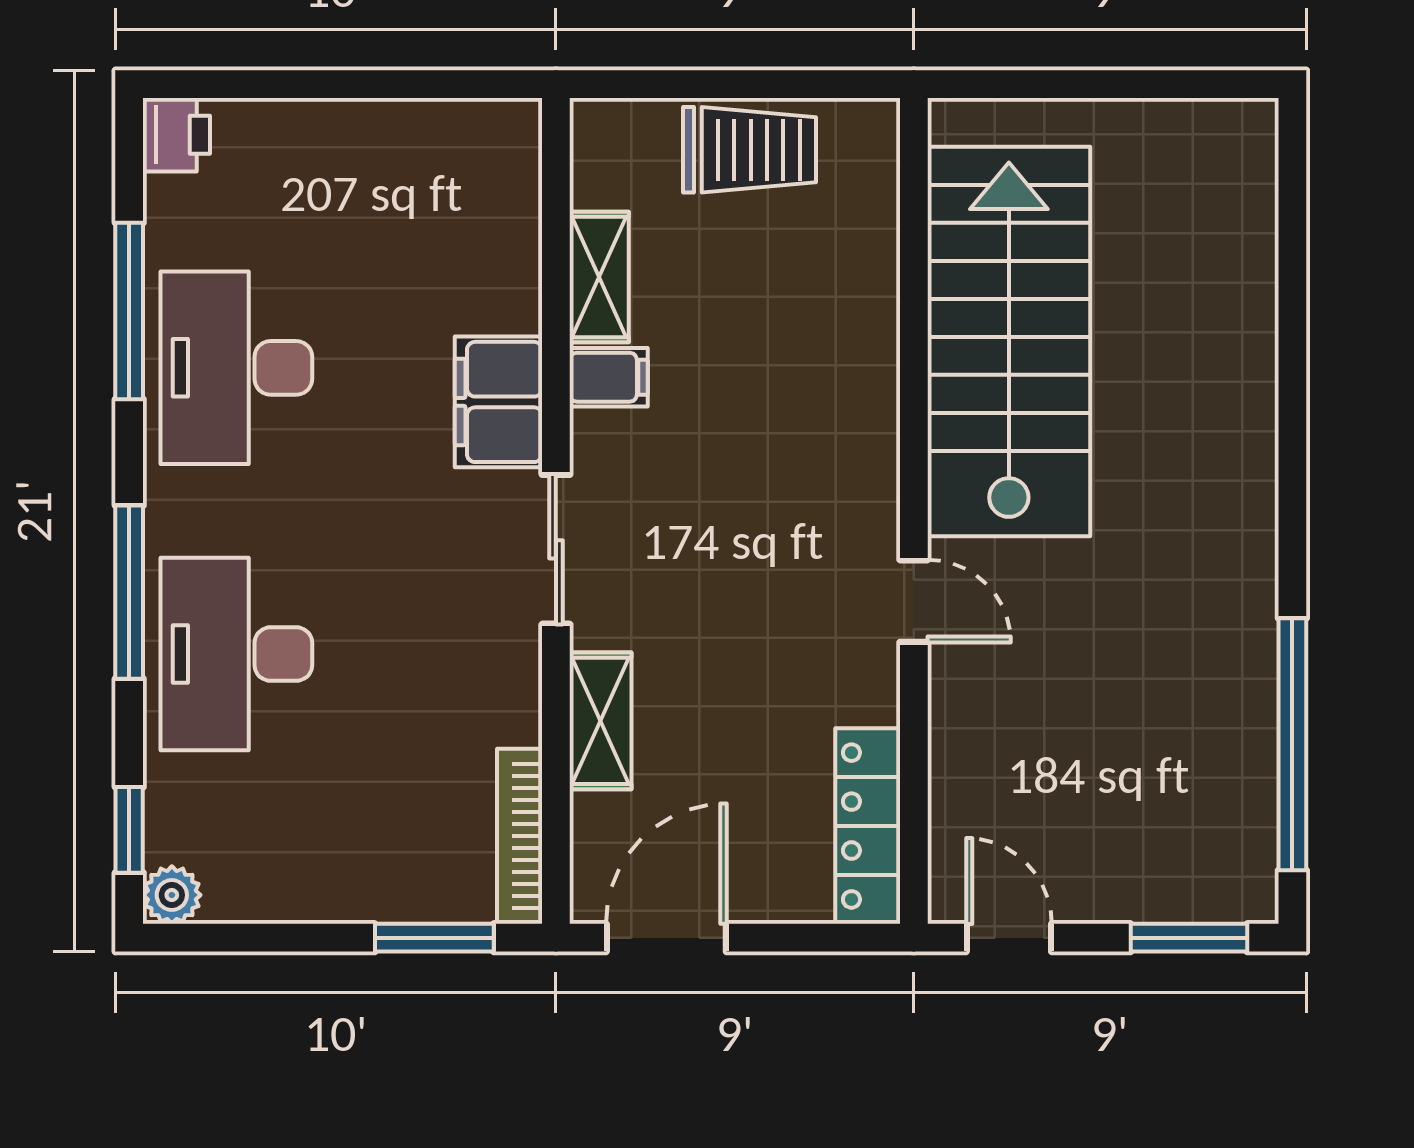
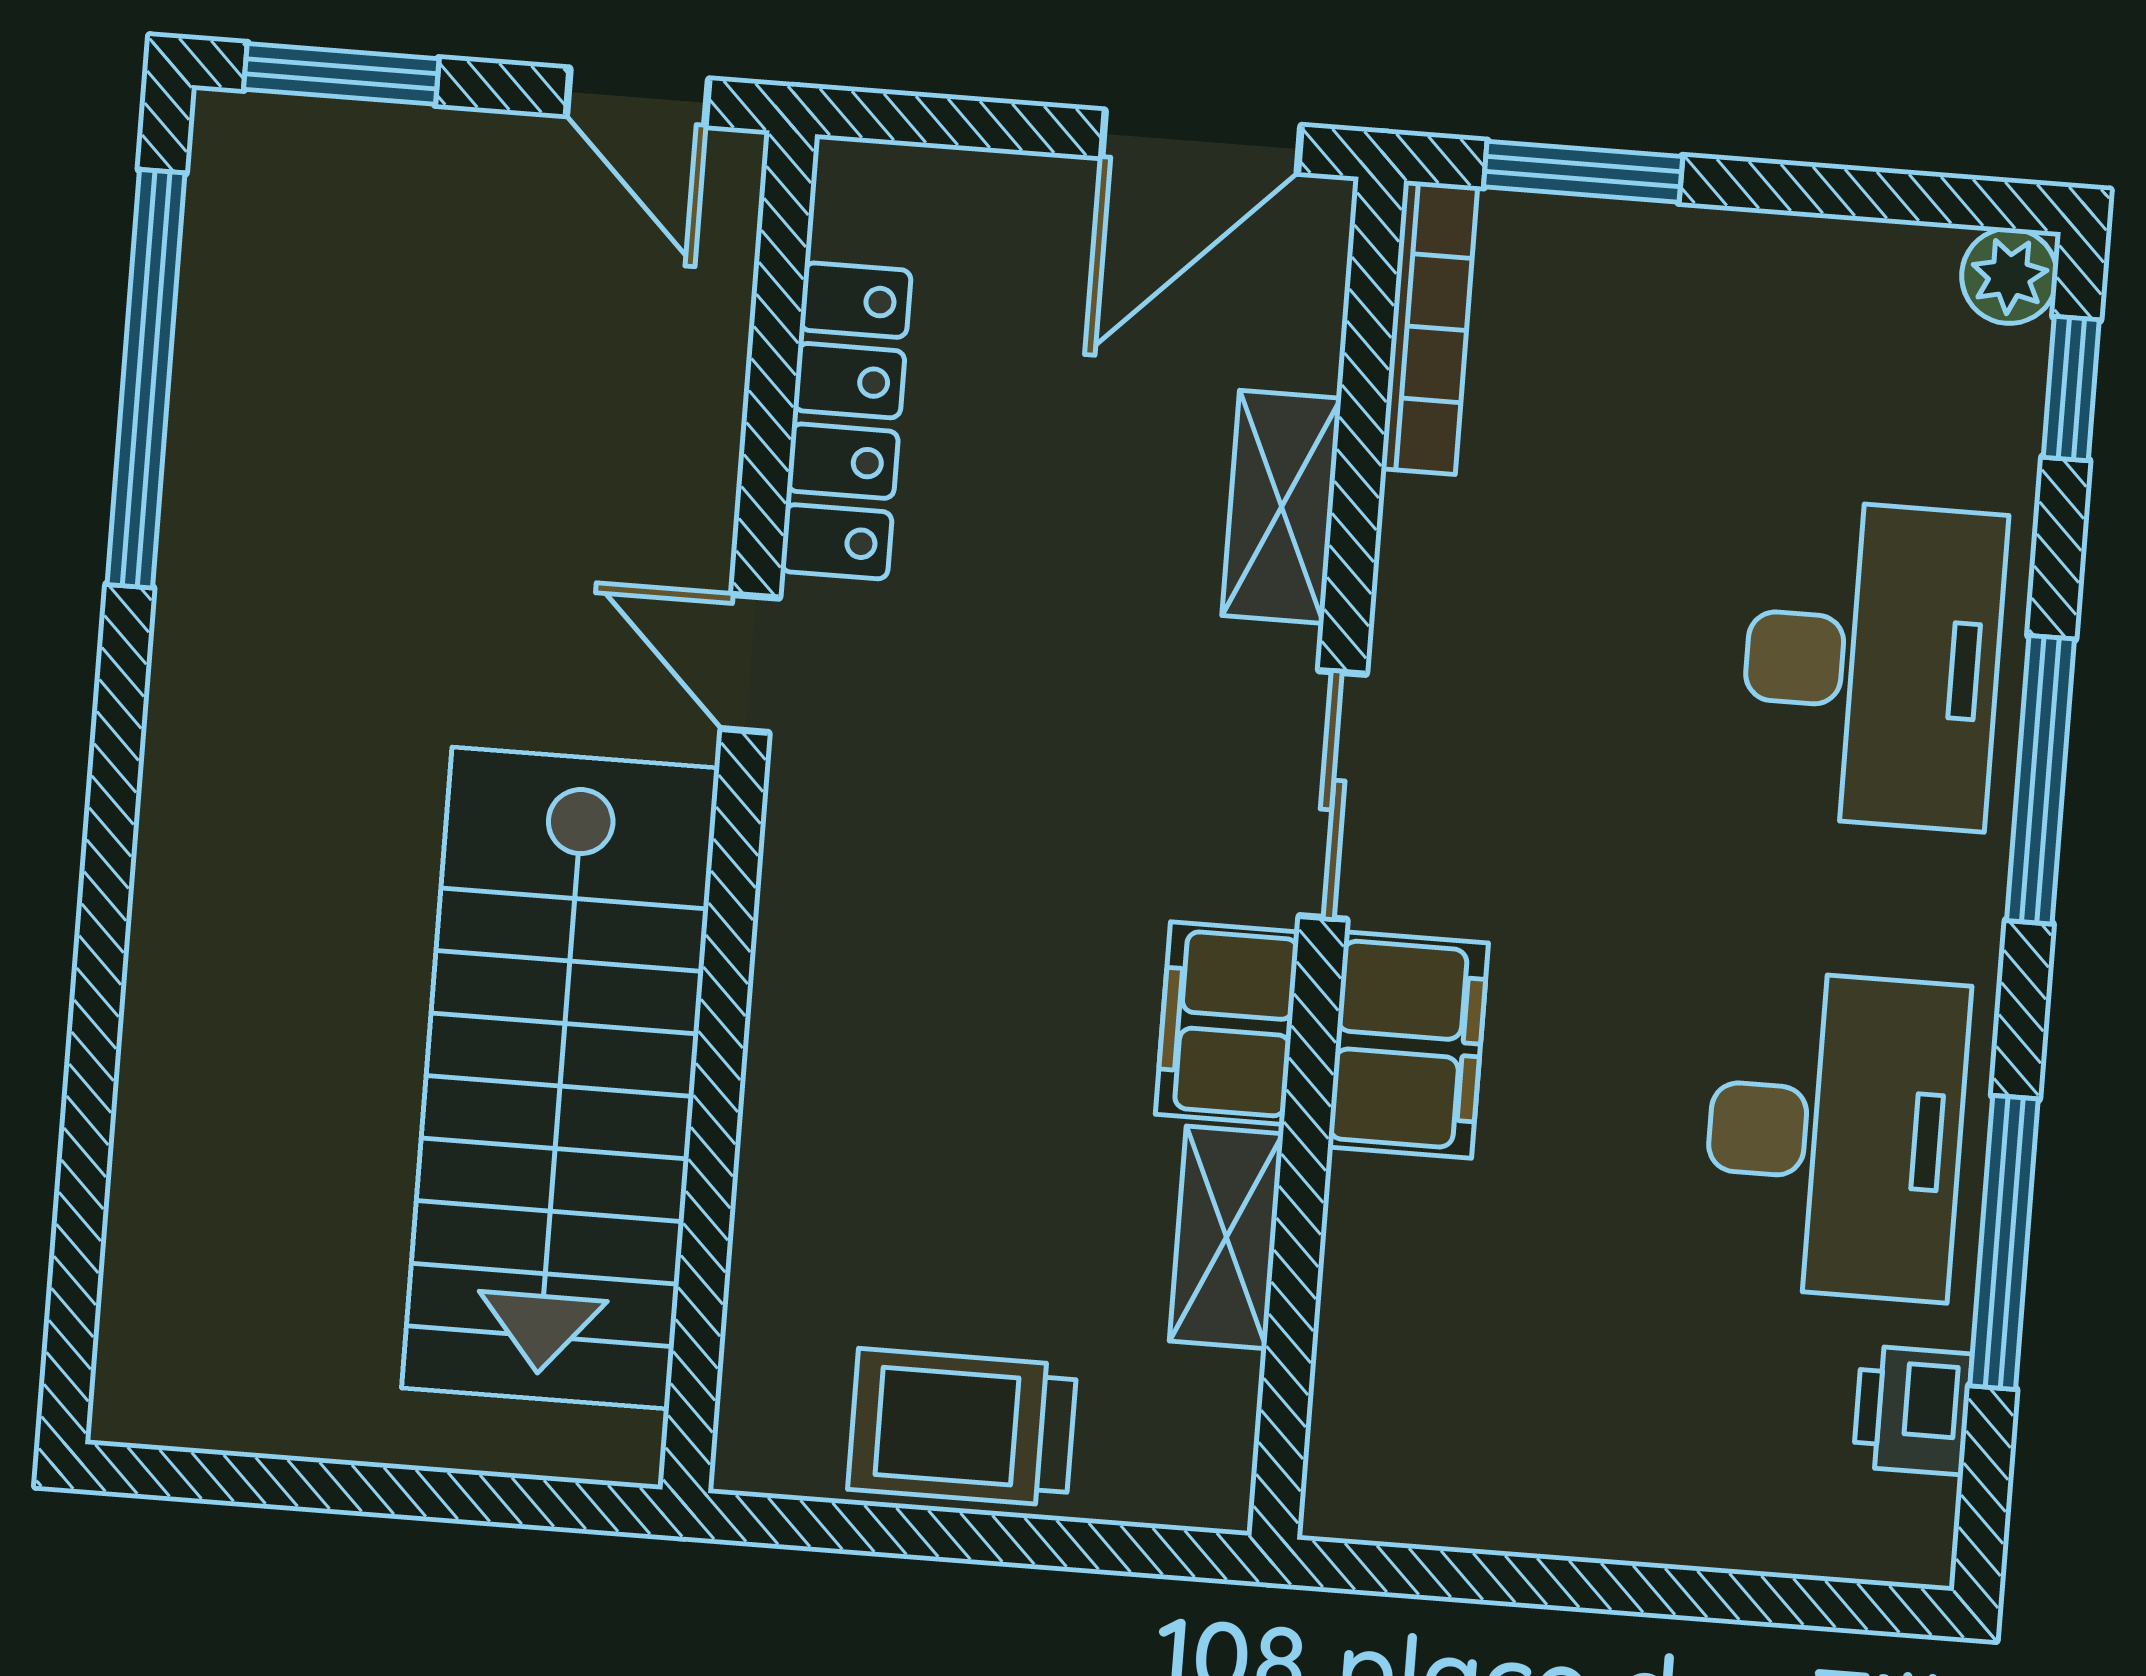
printer: (176, 135) -> (1913, 1410), moved
filing cabinet: (609, 377) -> (1227, 1023), width x2.00
locker: (868, 826) -> (846, 421), moved

